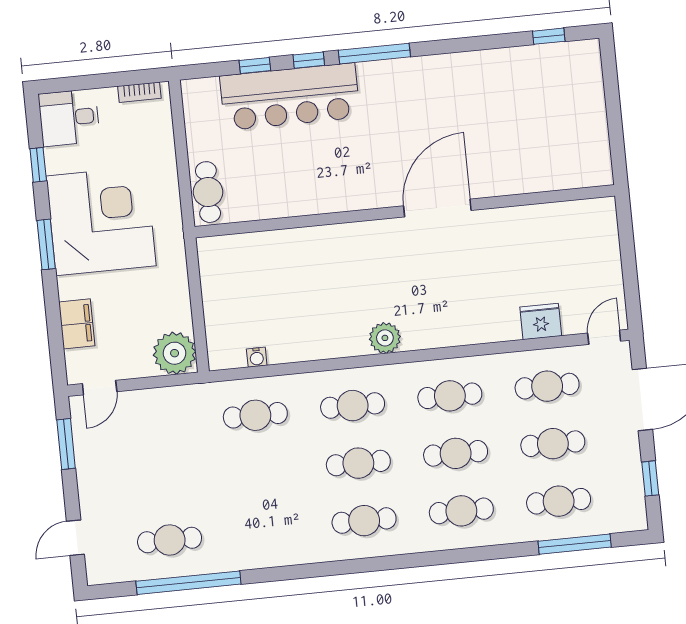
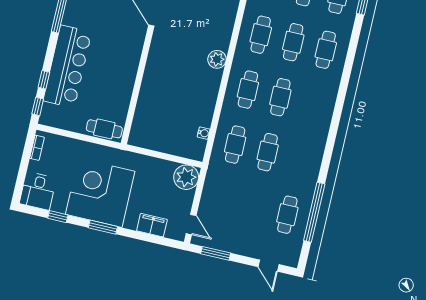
window: (309, 60) -> (38, 106), moved
cafe table: (364, 521) -> (268, 152), moved

